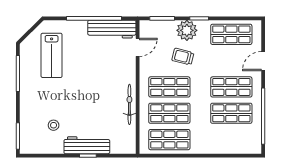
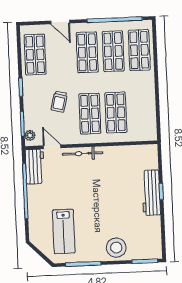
workbench: (112, 29) -> (35, 167), width x0.73
plant: (187, 30) -> (30, 135), moved, width x0.53, depth x0.53
lab bench: (52, 55) -> (64, 232), turned 90
bicycle: (129, 104) -> (83, 154), moved
stool: (54, 125) -> (116, 248), moved, width x1.89, depth x1.89
shop shelf: (169, 140) -> (139, 50), moved

